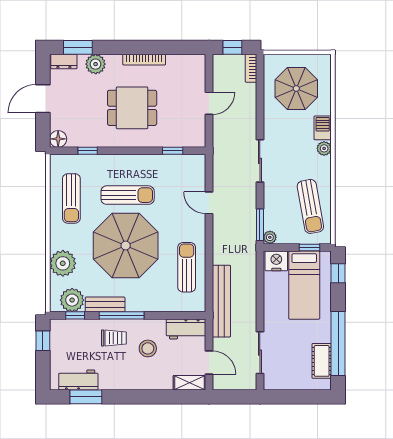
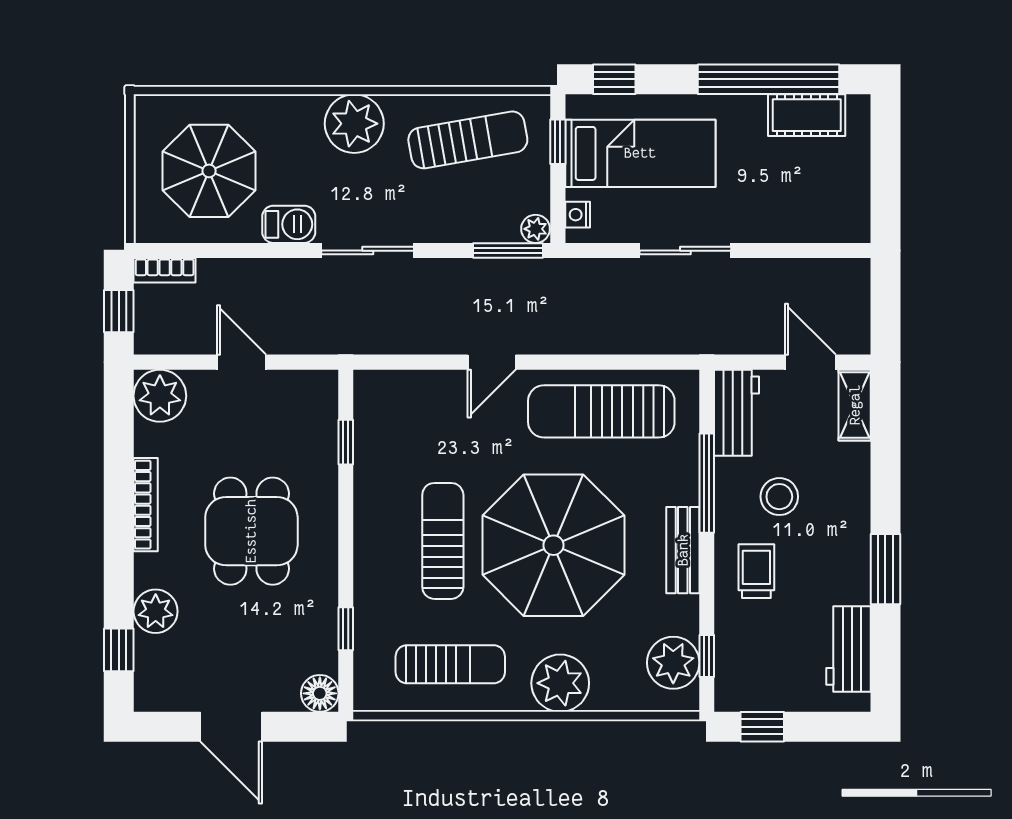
window: (78, 47) -> (119, 650), width x0.67
dresser: (64, 61) -> (150, 681), removed
plant: (194, 66) -> (160, 396), added
barbecue: (323, 128) -> (289, 224), moved, turned 180
plant: (324, 148) -> (354, 124), width x1.87, depth x1.87
door: (209, 203) -> (492, 362), moved
nightstand: (276, 261) -> (578, 215), width x0.53, depth x0.56
plant: (63, 263) -> (560, 683), moved
sun lounger: (187, 267) -> (601, 411), width x1.36, depth x1.34
bench: (221, 301) -> (676, 335), removed
bench: (105, 304) -> (683, 550), moved
window: (122, 315) -> (707, 483), moved
sliding door: (260, 353) -> (685, 251), moved
door: (209, 363) -> (810, 362), hinge flipped
window: (86, 397) -> (885, 569), moved

